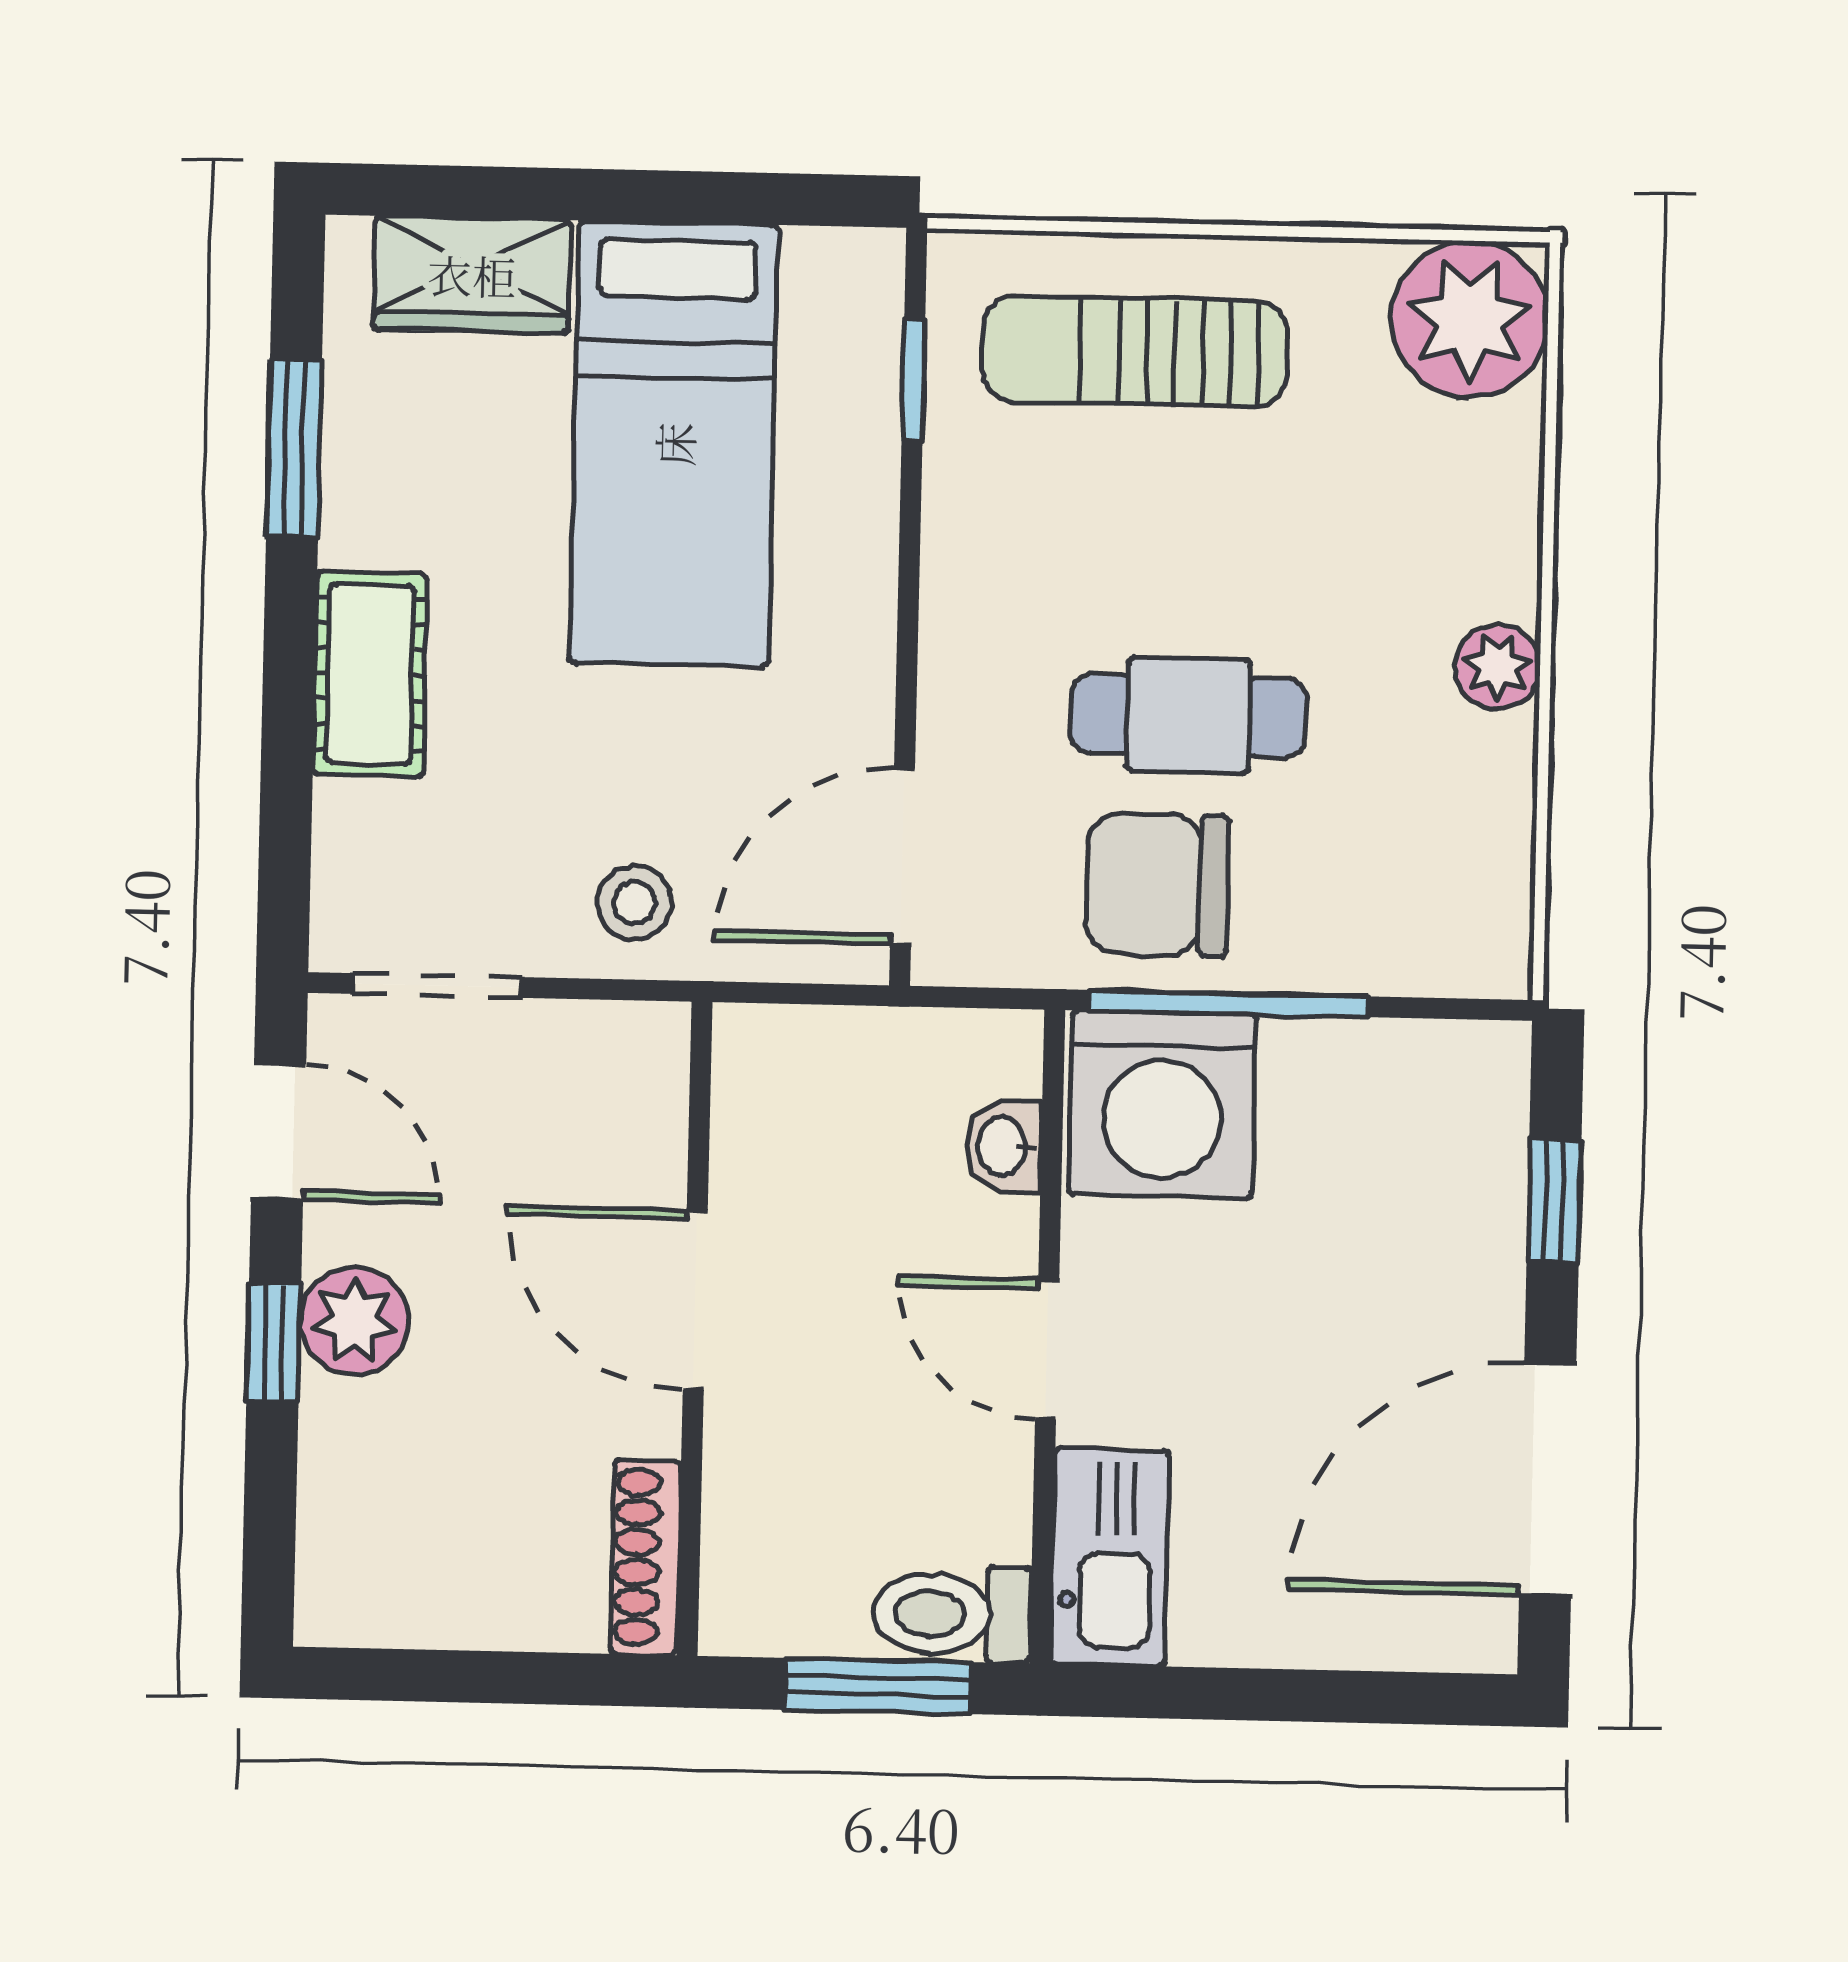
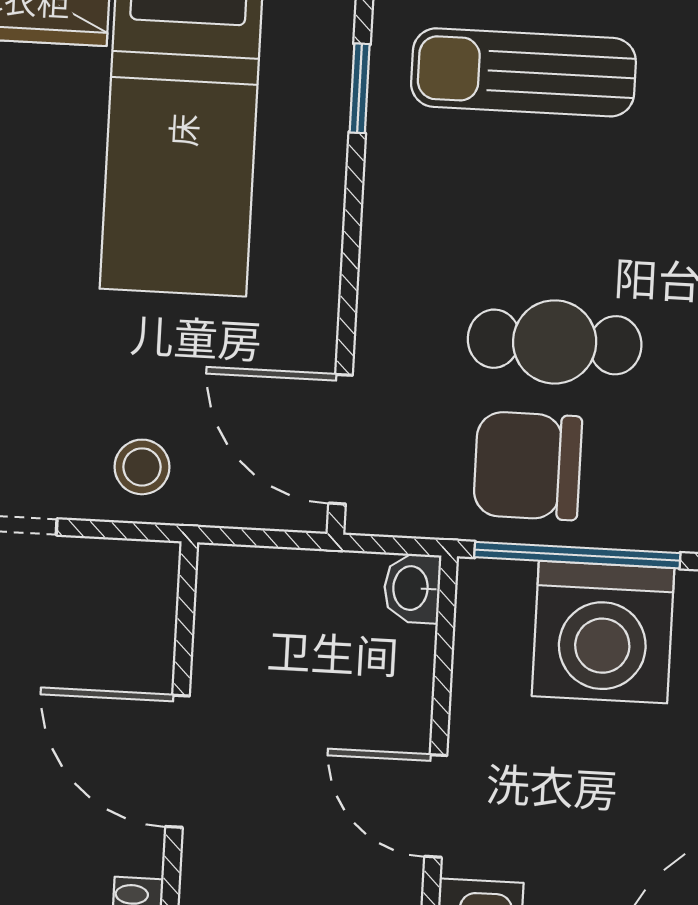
door: (903, 856) -> (341, 439), hinge flipped
washing machine: (1163, 1104) -> (603, 632), moved
washbasin: (1004, 1146) -> (412, 588), moved

